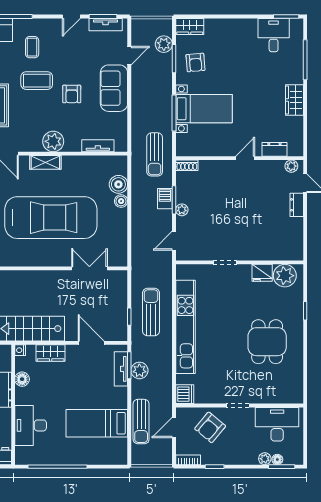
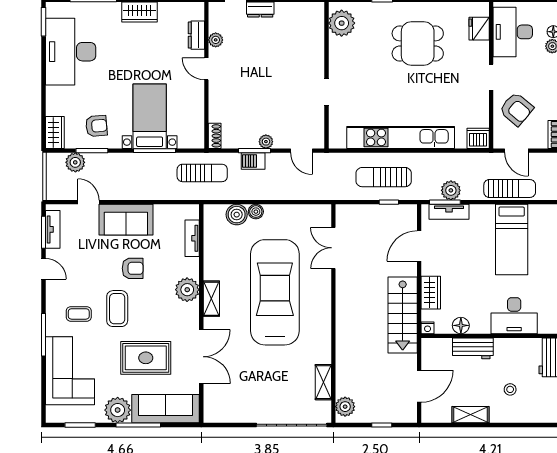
desk: (274, 35) -> (71, 52), width x1.87, depth x1.30
plant: (291, 166) -> (216, 40), moved
fridge: (262, 273) -> (479, 29), moved, turned 180

